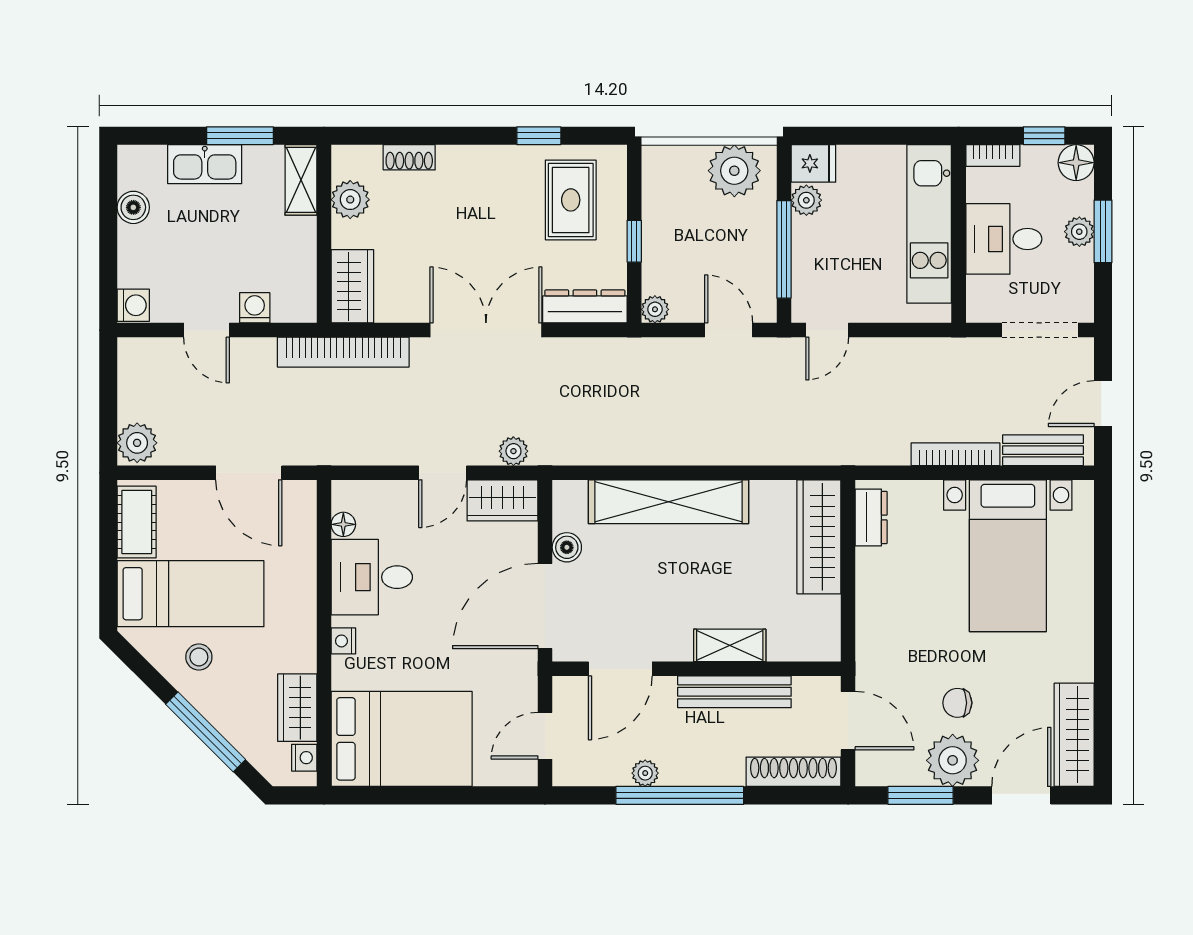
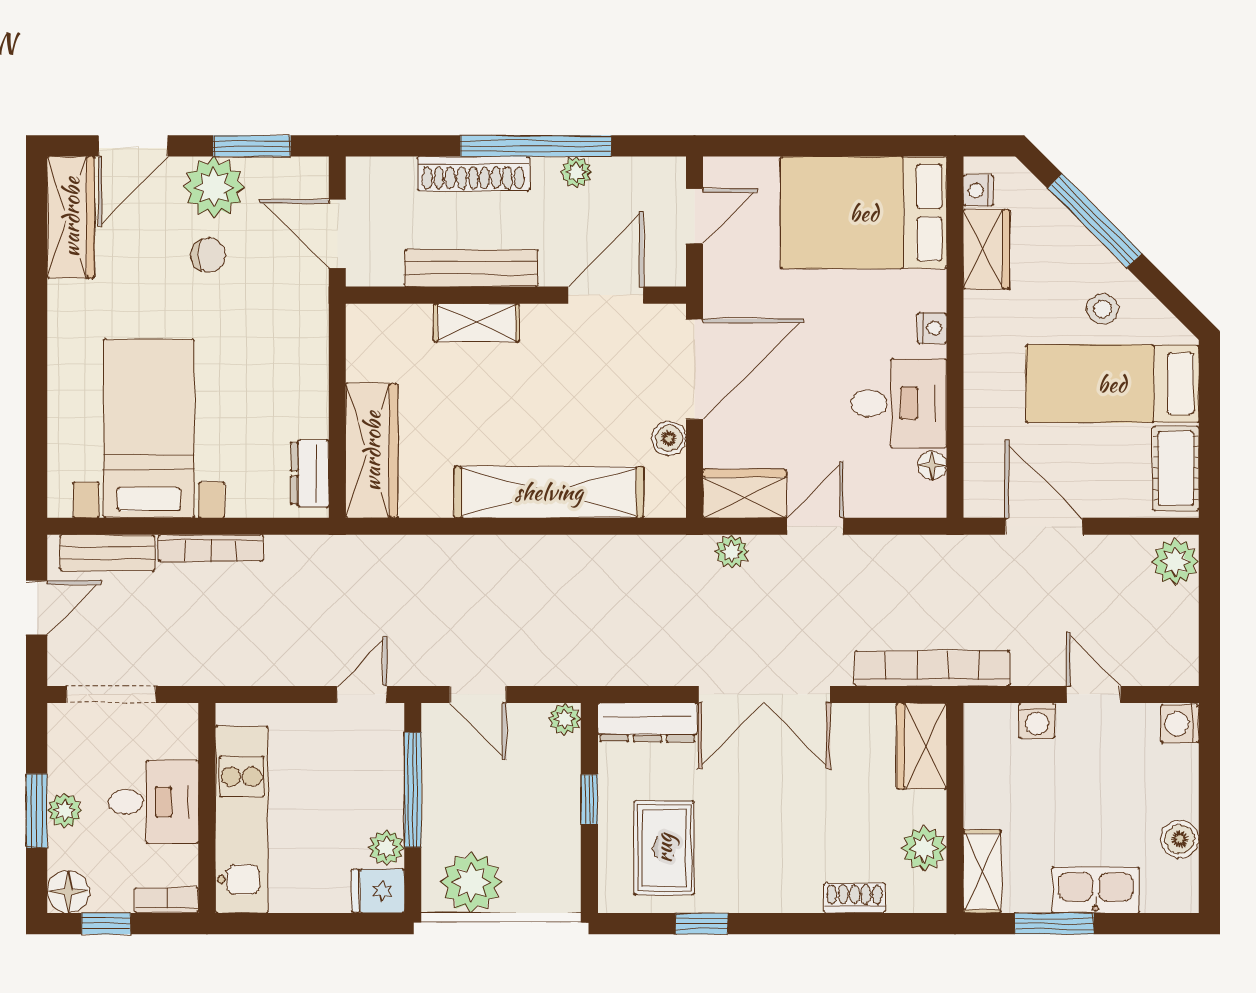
shoe rack: (794, 772) -> (473, 174), moved

